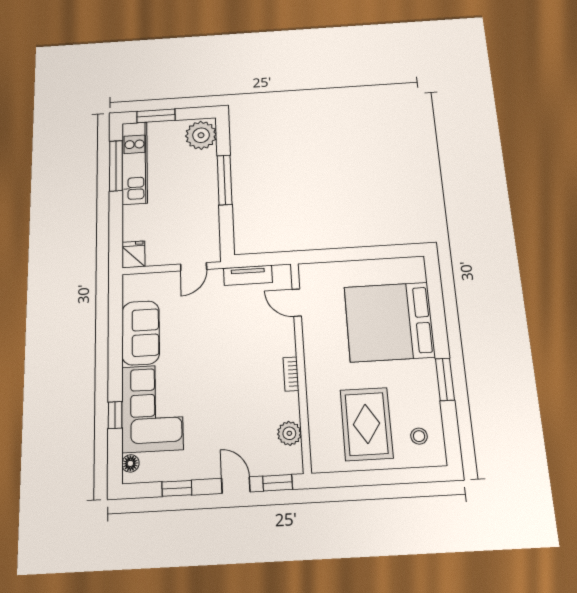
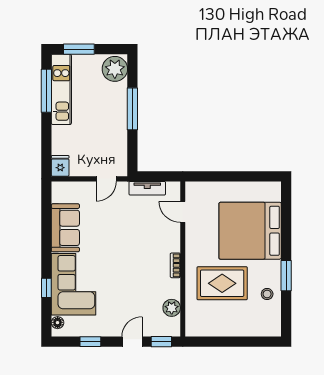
rug: (366, 424) -> (222, 283), moved, turned 90
stool: (419, 436) -> (267, 294), moved
door: (236, 485) -> (132, 342), hinge flipped

